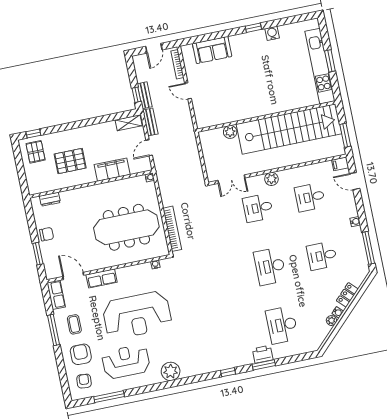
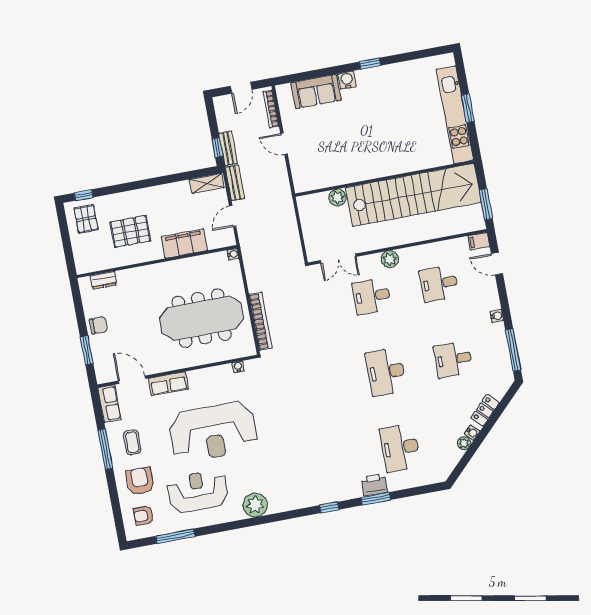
water cooler: (272, 33) -> (347, 80), moved
armchair: (84, 381) -> (143, 516), turned -95

